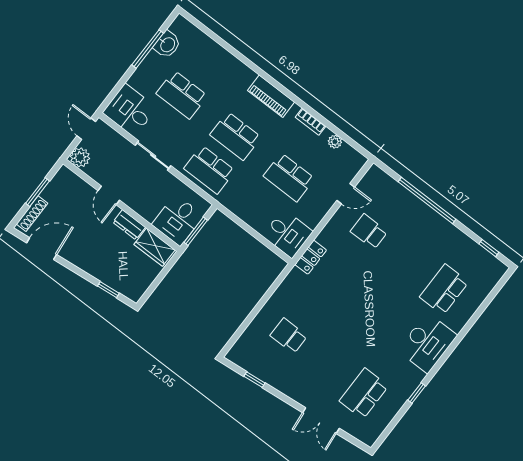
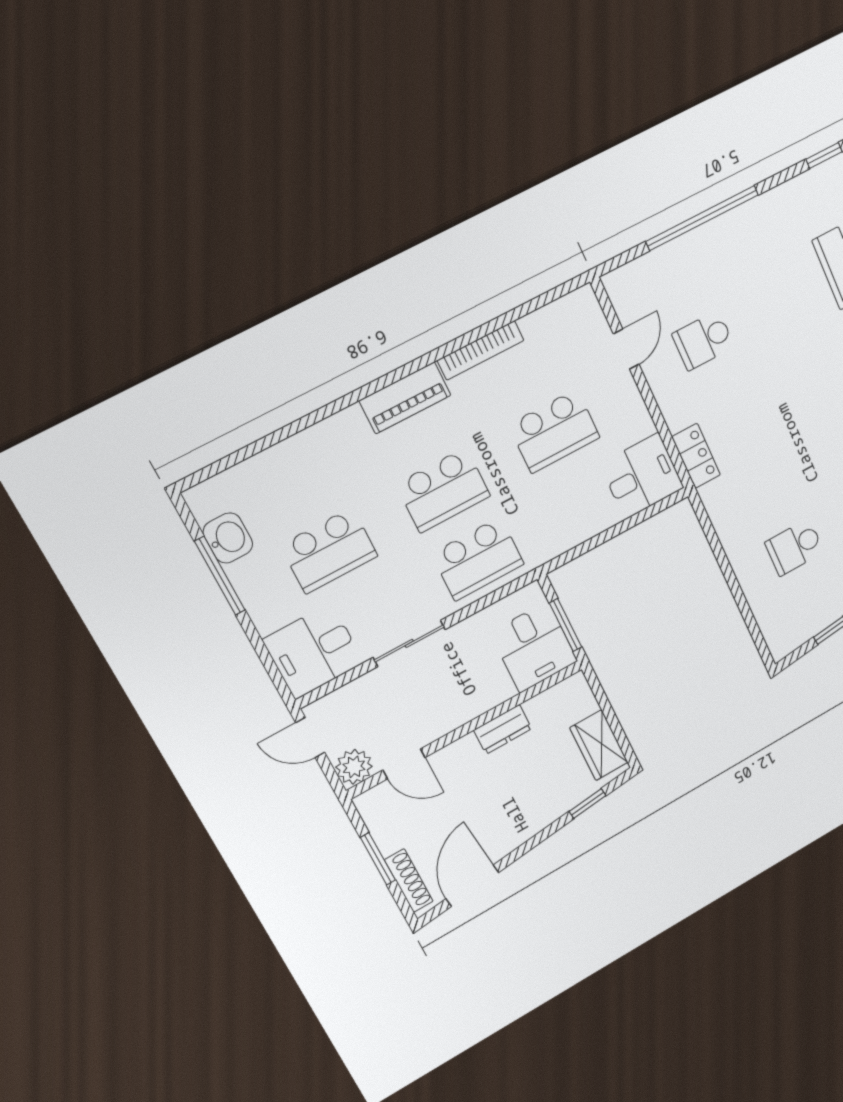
bookcase: (311, 122) -> (481, 350), width x1.56
plant: (335, 142) -> (534, 325), removed
door: (109, 195) -> (404, 764), moved
wardrobe: (155, 247) -> (599, 745), moved, turned 90

